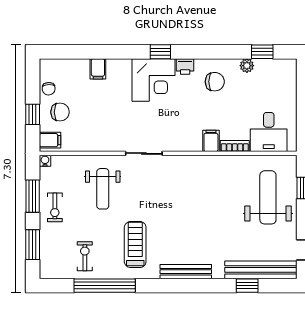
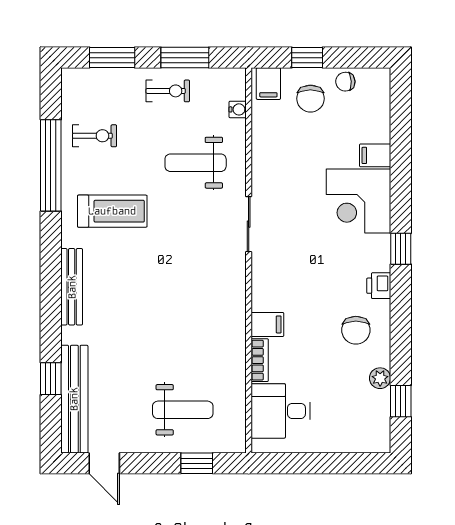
corner desk: (154, 80) -> (358, 201), moved
water cooler: (45, 161) -> (238, 109), moved
weight bench: (268, 197) -> (183, 410), width x0.73, depth x0.75
exercise bike: (55, 207) -> (168, 91), turned 180

